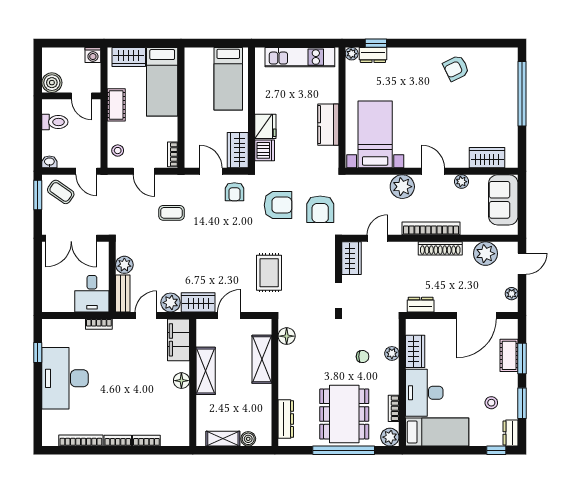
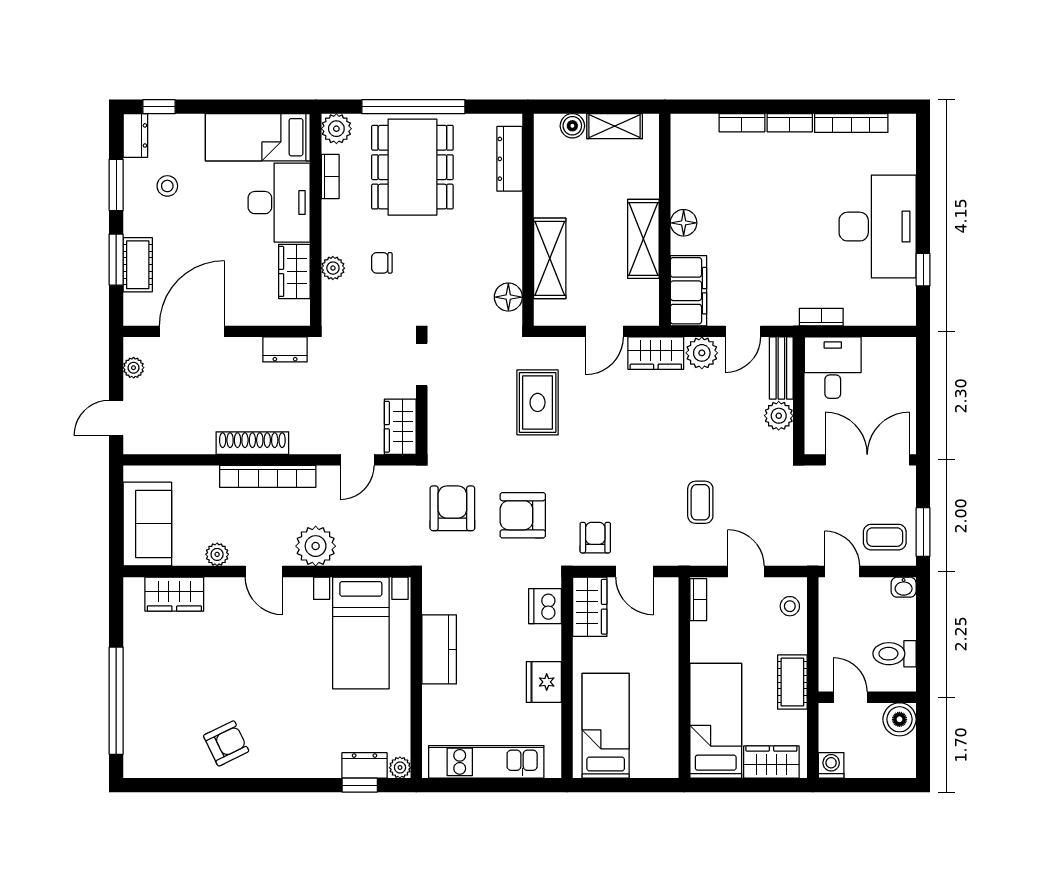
fridge: (265, 126) -> (544, 682), moved
coffee table: (61, 192) -> (885, 537), turned -35
coffee table: (171, 213) -> (700, 502), turned 90
plant: (485, 254) -> (177, 434), removed

